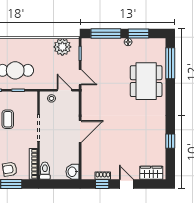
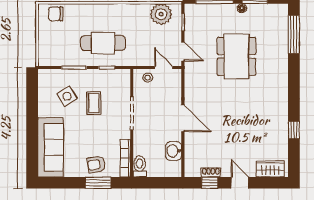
dining table: (146, 81) -> (236, 56), moved
door: (80, 132) -> (183, 118), hinge flipped
washbasin: (73, 172) -> (174, 151), moved

